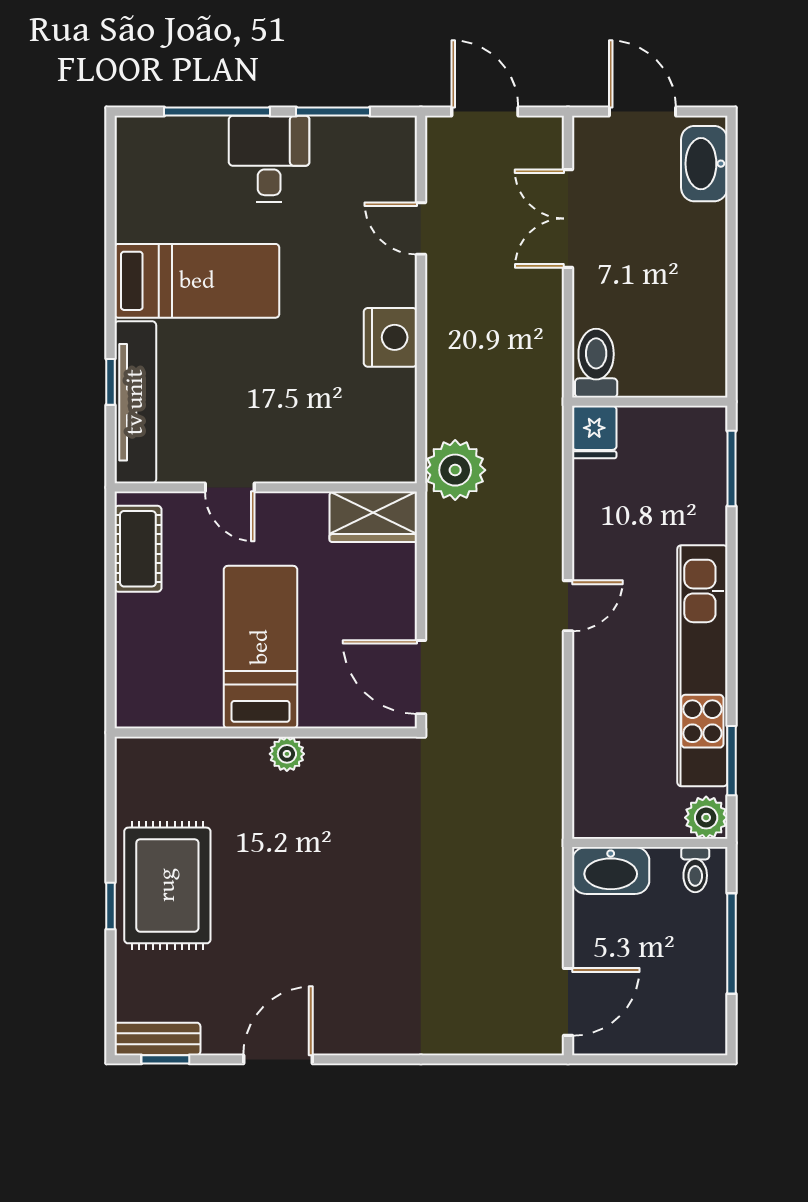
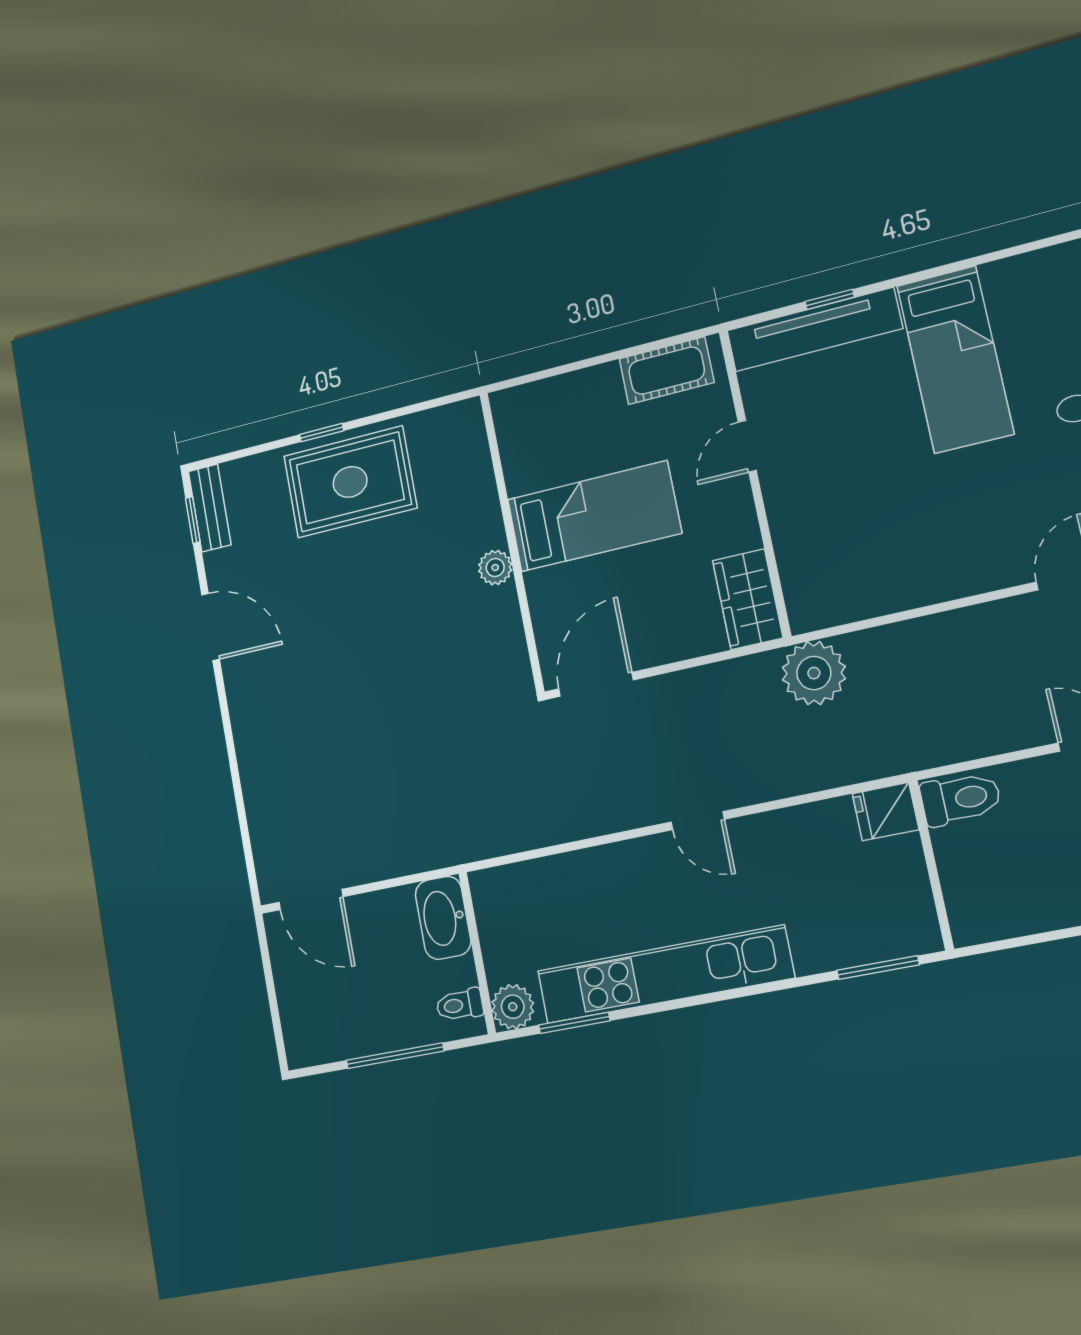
nightstand: (390, 337) -> (940, 574), removed

